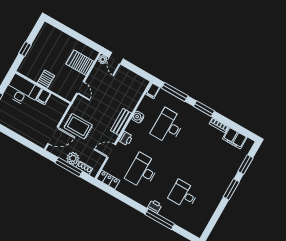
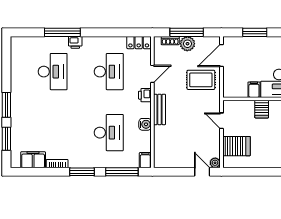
window: (19, 138) -> (255, 32), added
desk: (183, 194) -> (53, 72), width x1.37

